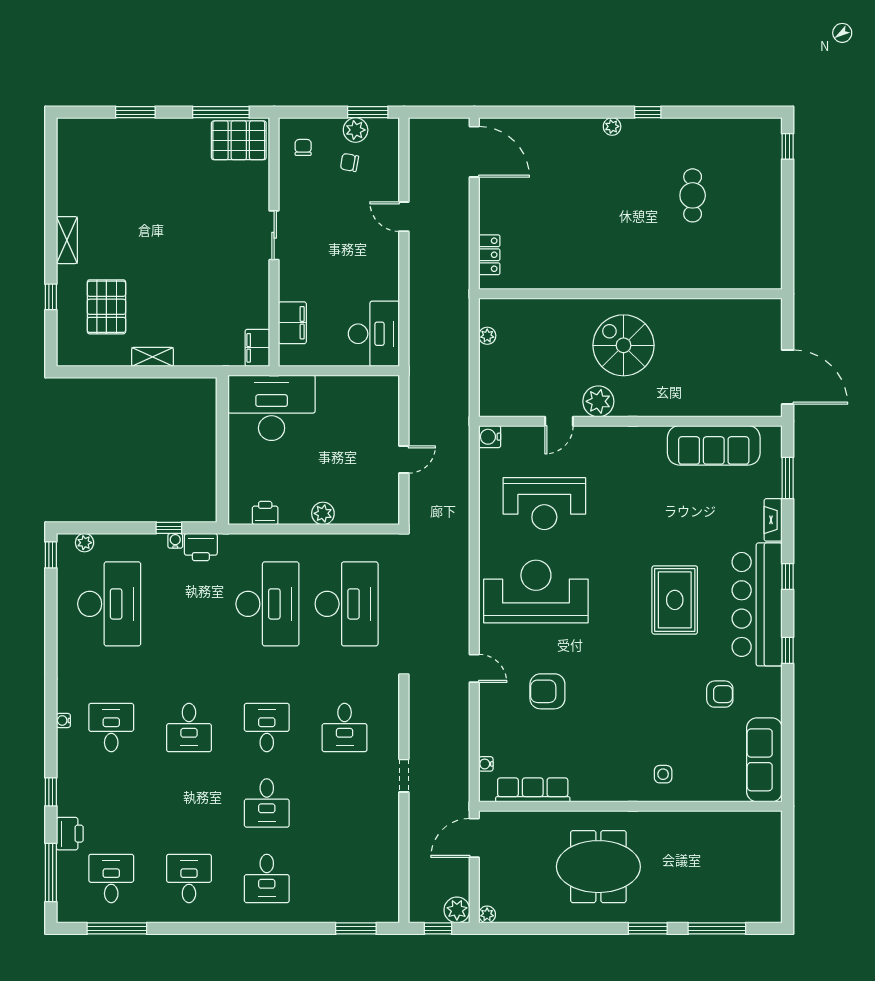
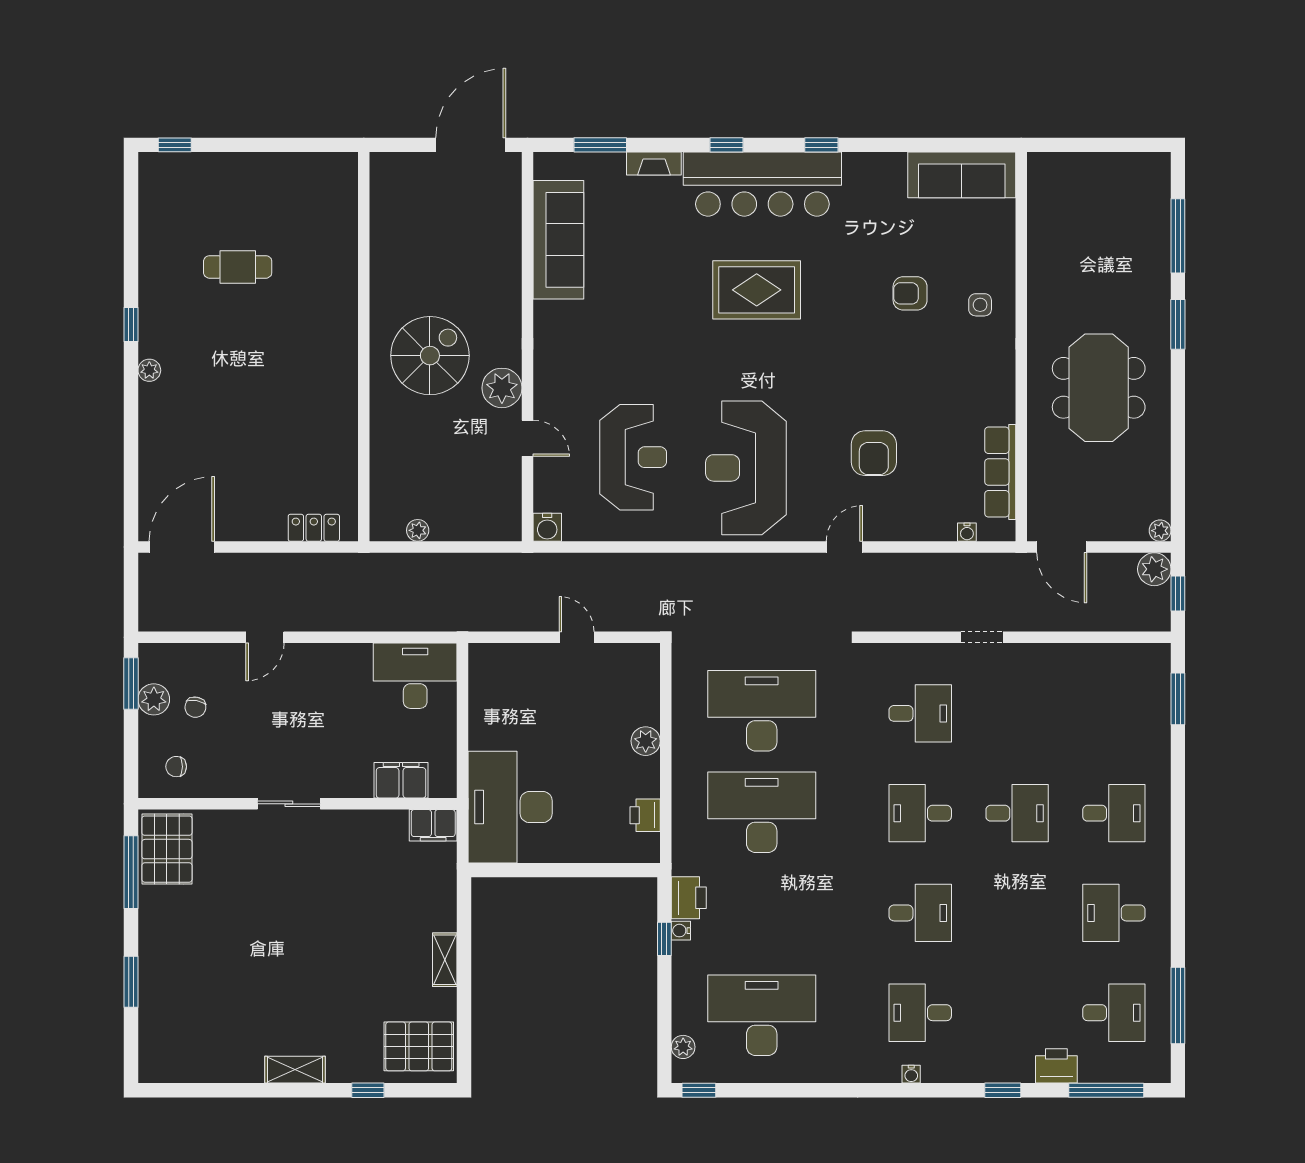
pallet: (106, 307) -> (419, 1046), moved
spiral stairs: (623, 345) -> (430, 356), turned 180
armchair: (720, 694) -> (910, 293), moved, turned -90
desk: (111, 878) -> (1114, 1013), turned 180

